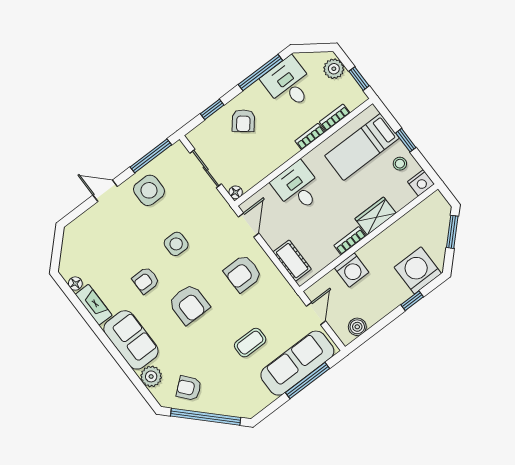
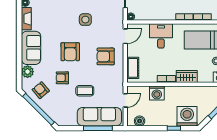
armchair: (146, 280) -> (62, 78), moved

